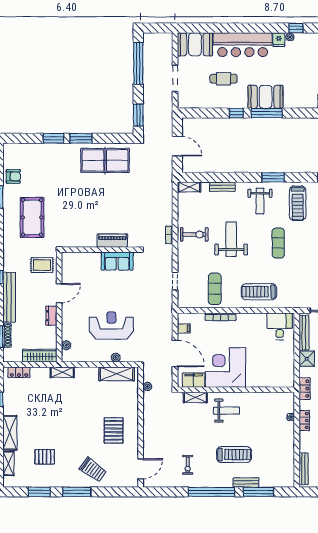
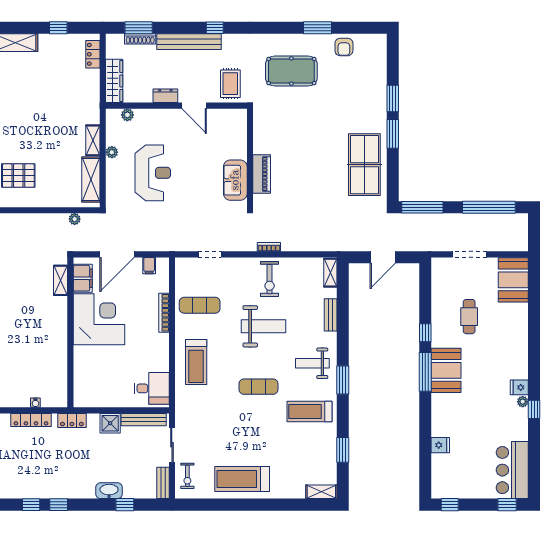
bar counter: (243, 45) -> (513, 341), removed
window: (138, 115) -> (422, 207), width x1.44
treadmill: (259, 292) -> (196, 362), turned 180
plant: (116, 357) -> (112, 152), moved
shelving: (62, 372) -> (93, 140), moved
weight bench: (227, 411) -> (44, 320), removed
locker: (304, 420) -> (31, 420), width x1.53

